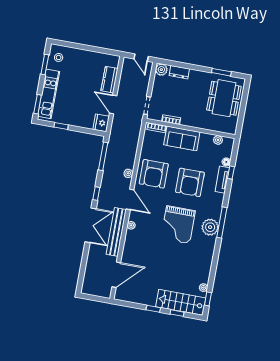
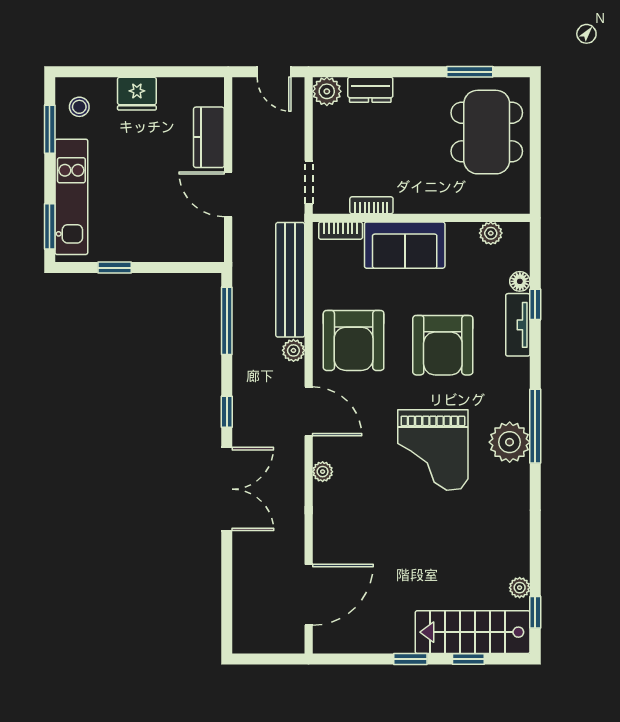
fridge: (101, 123) -> (137, 94), moved, turned -90
bench: (116, 232) -> (290, 280), moved

